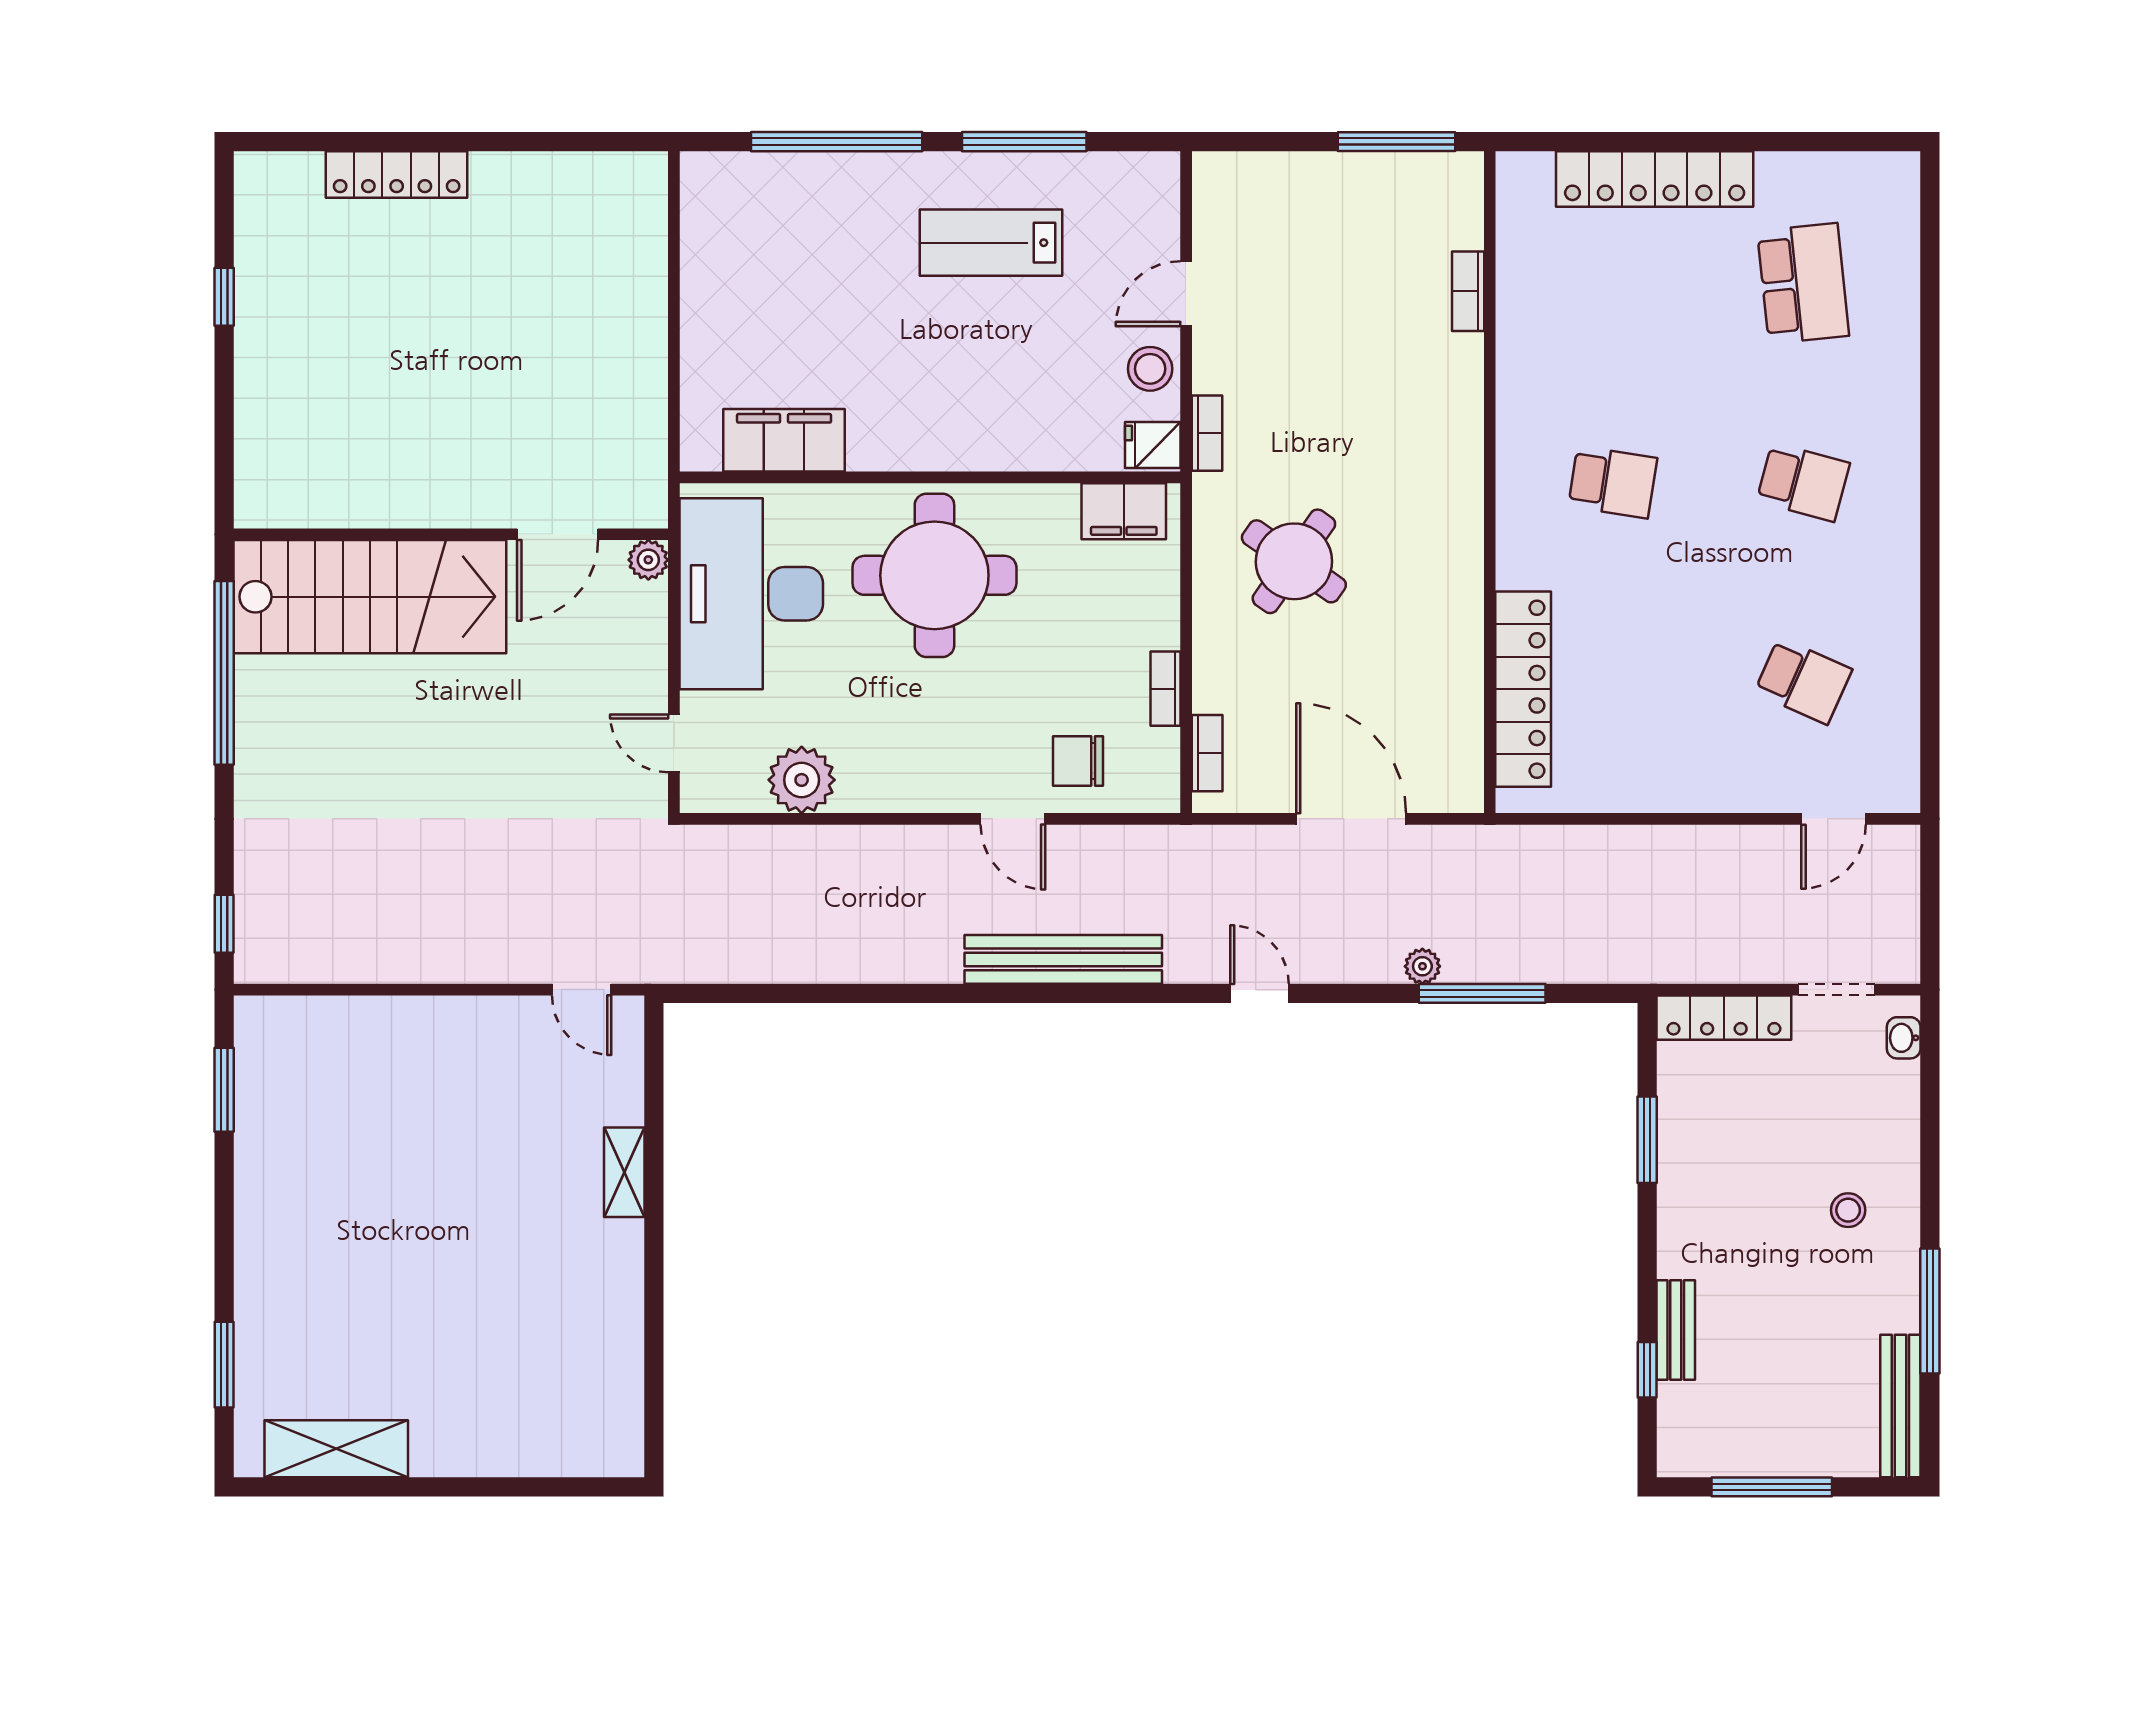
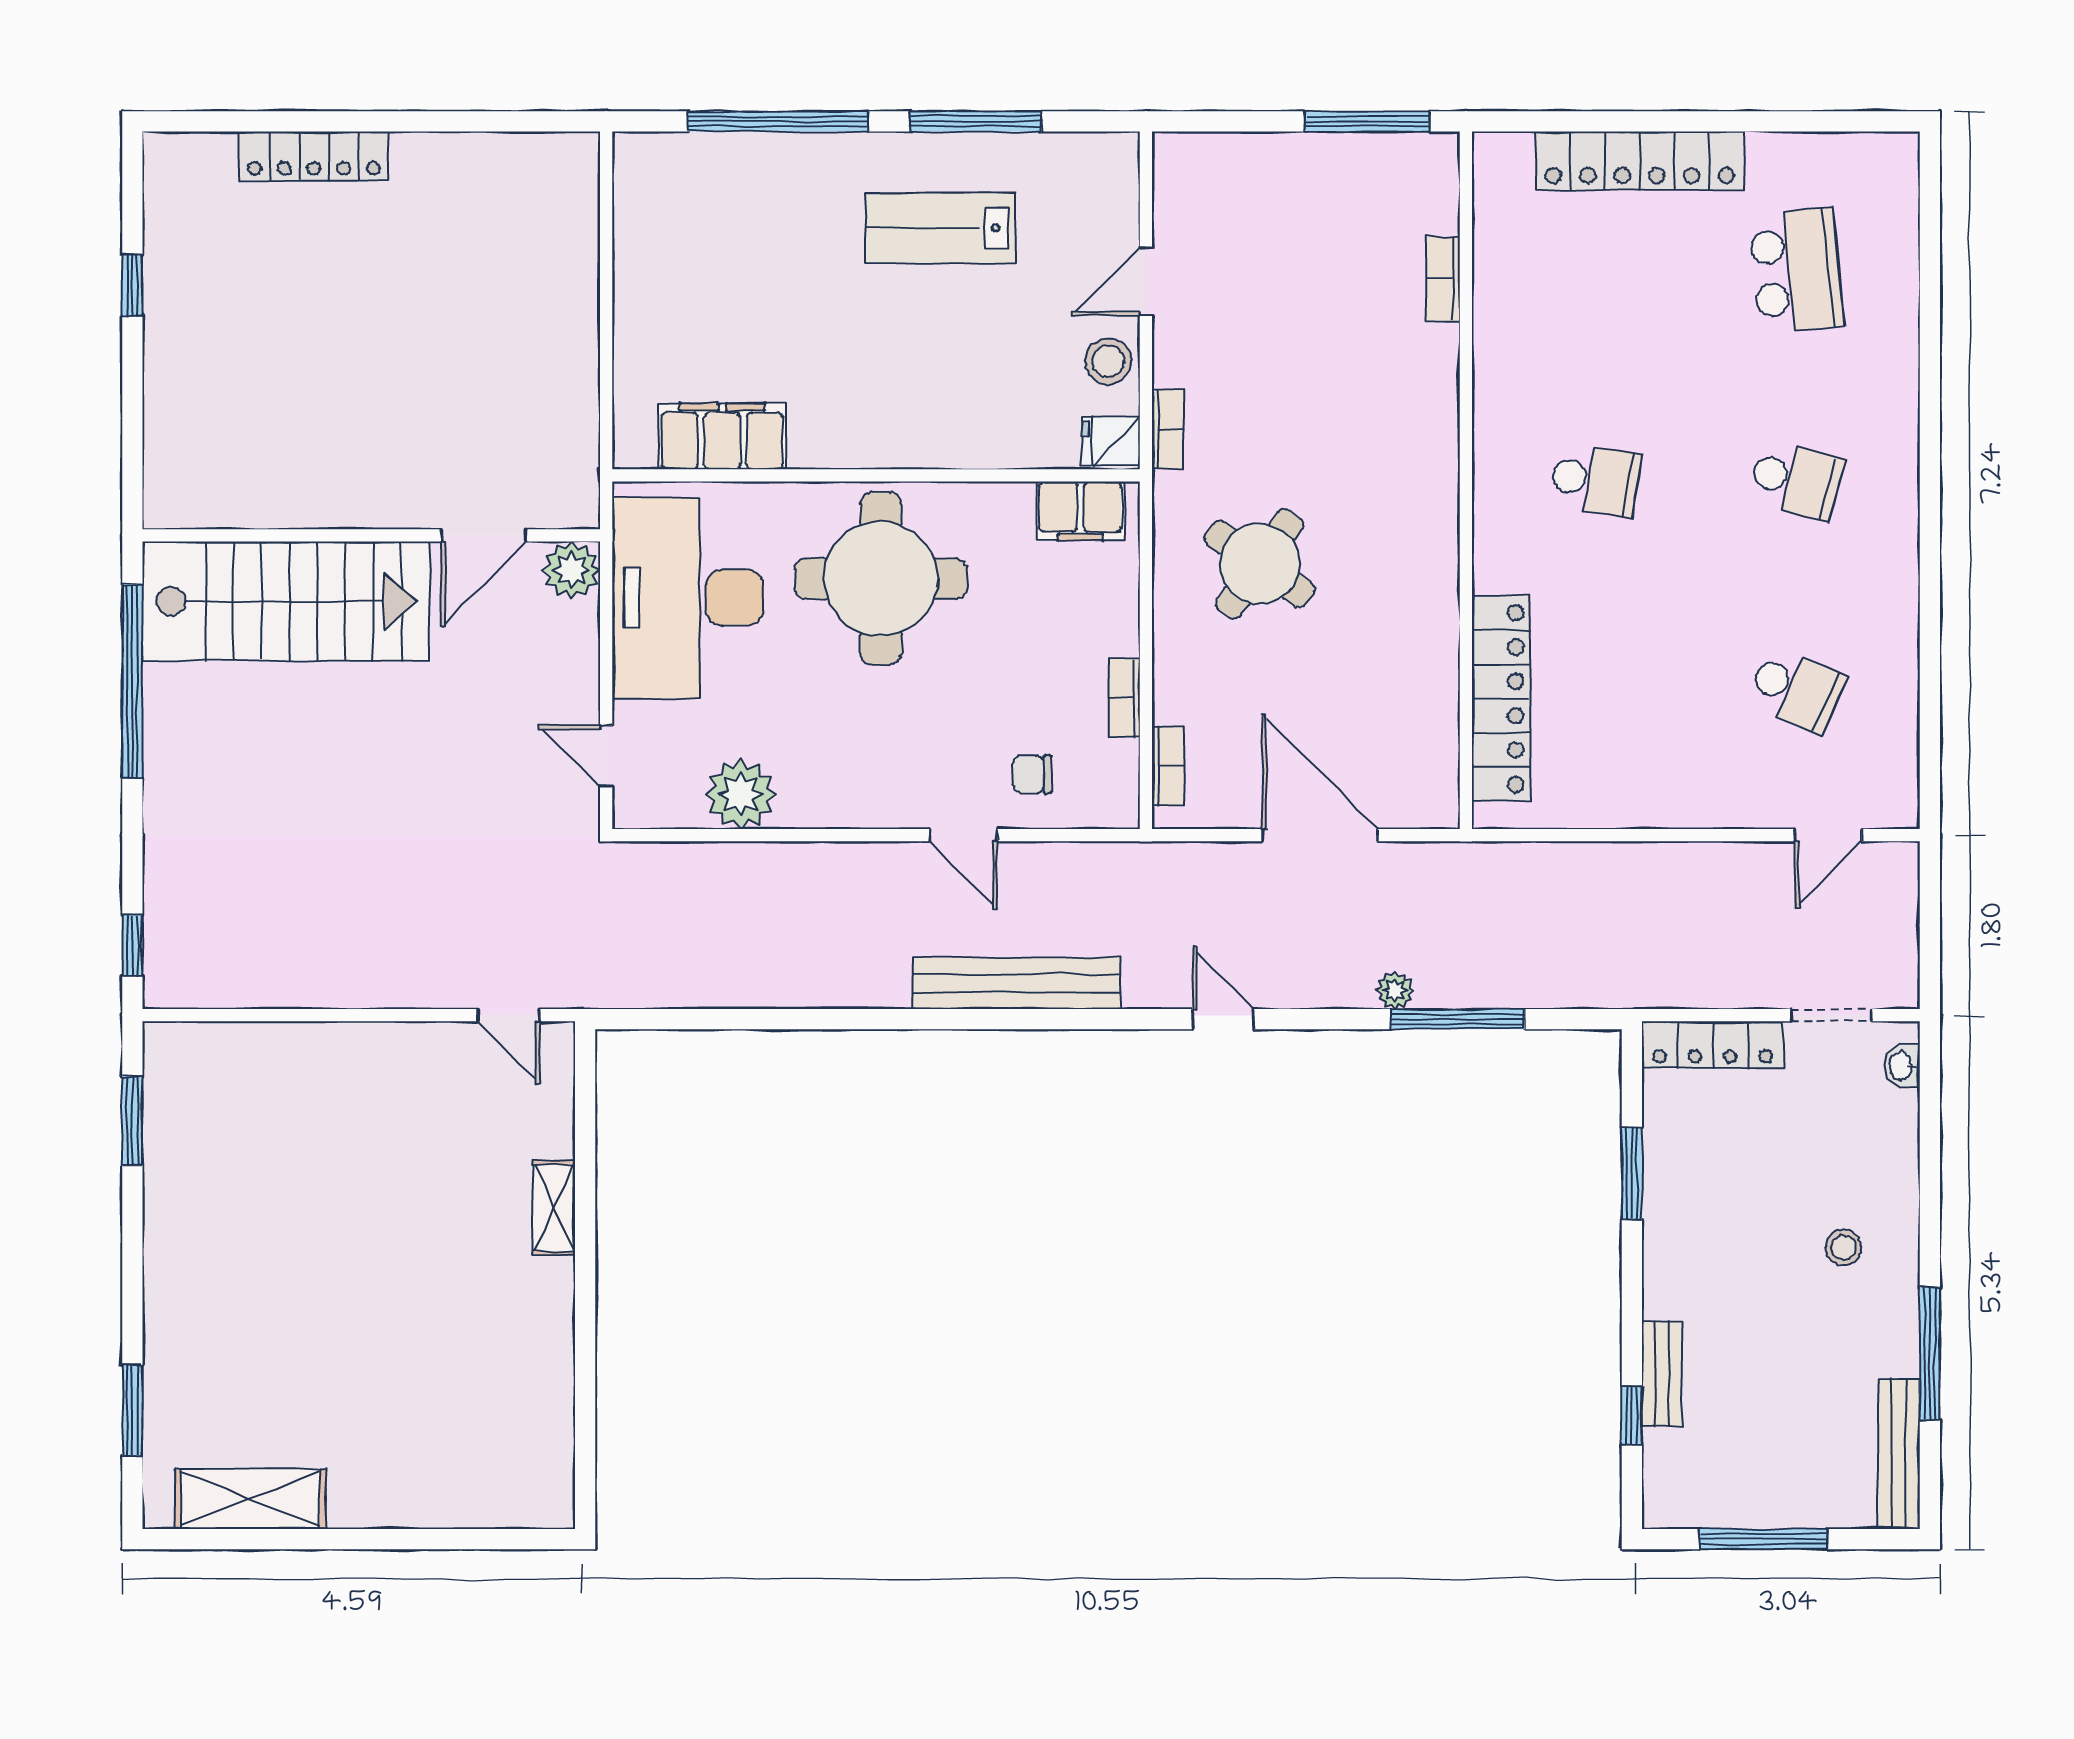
plant: (648, 560) -> (571, 570), width x1.38, depth x1.38
chair: (1078, 761) -> (1032, 774), width x0.73, depth x0.73

